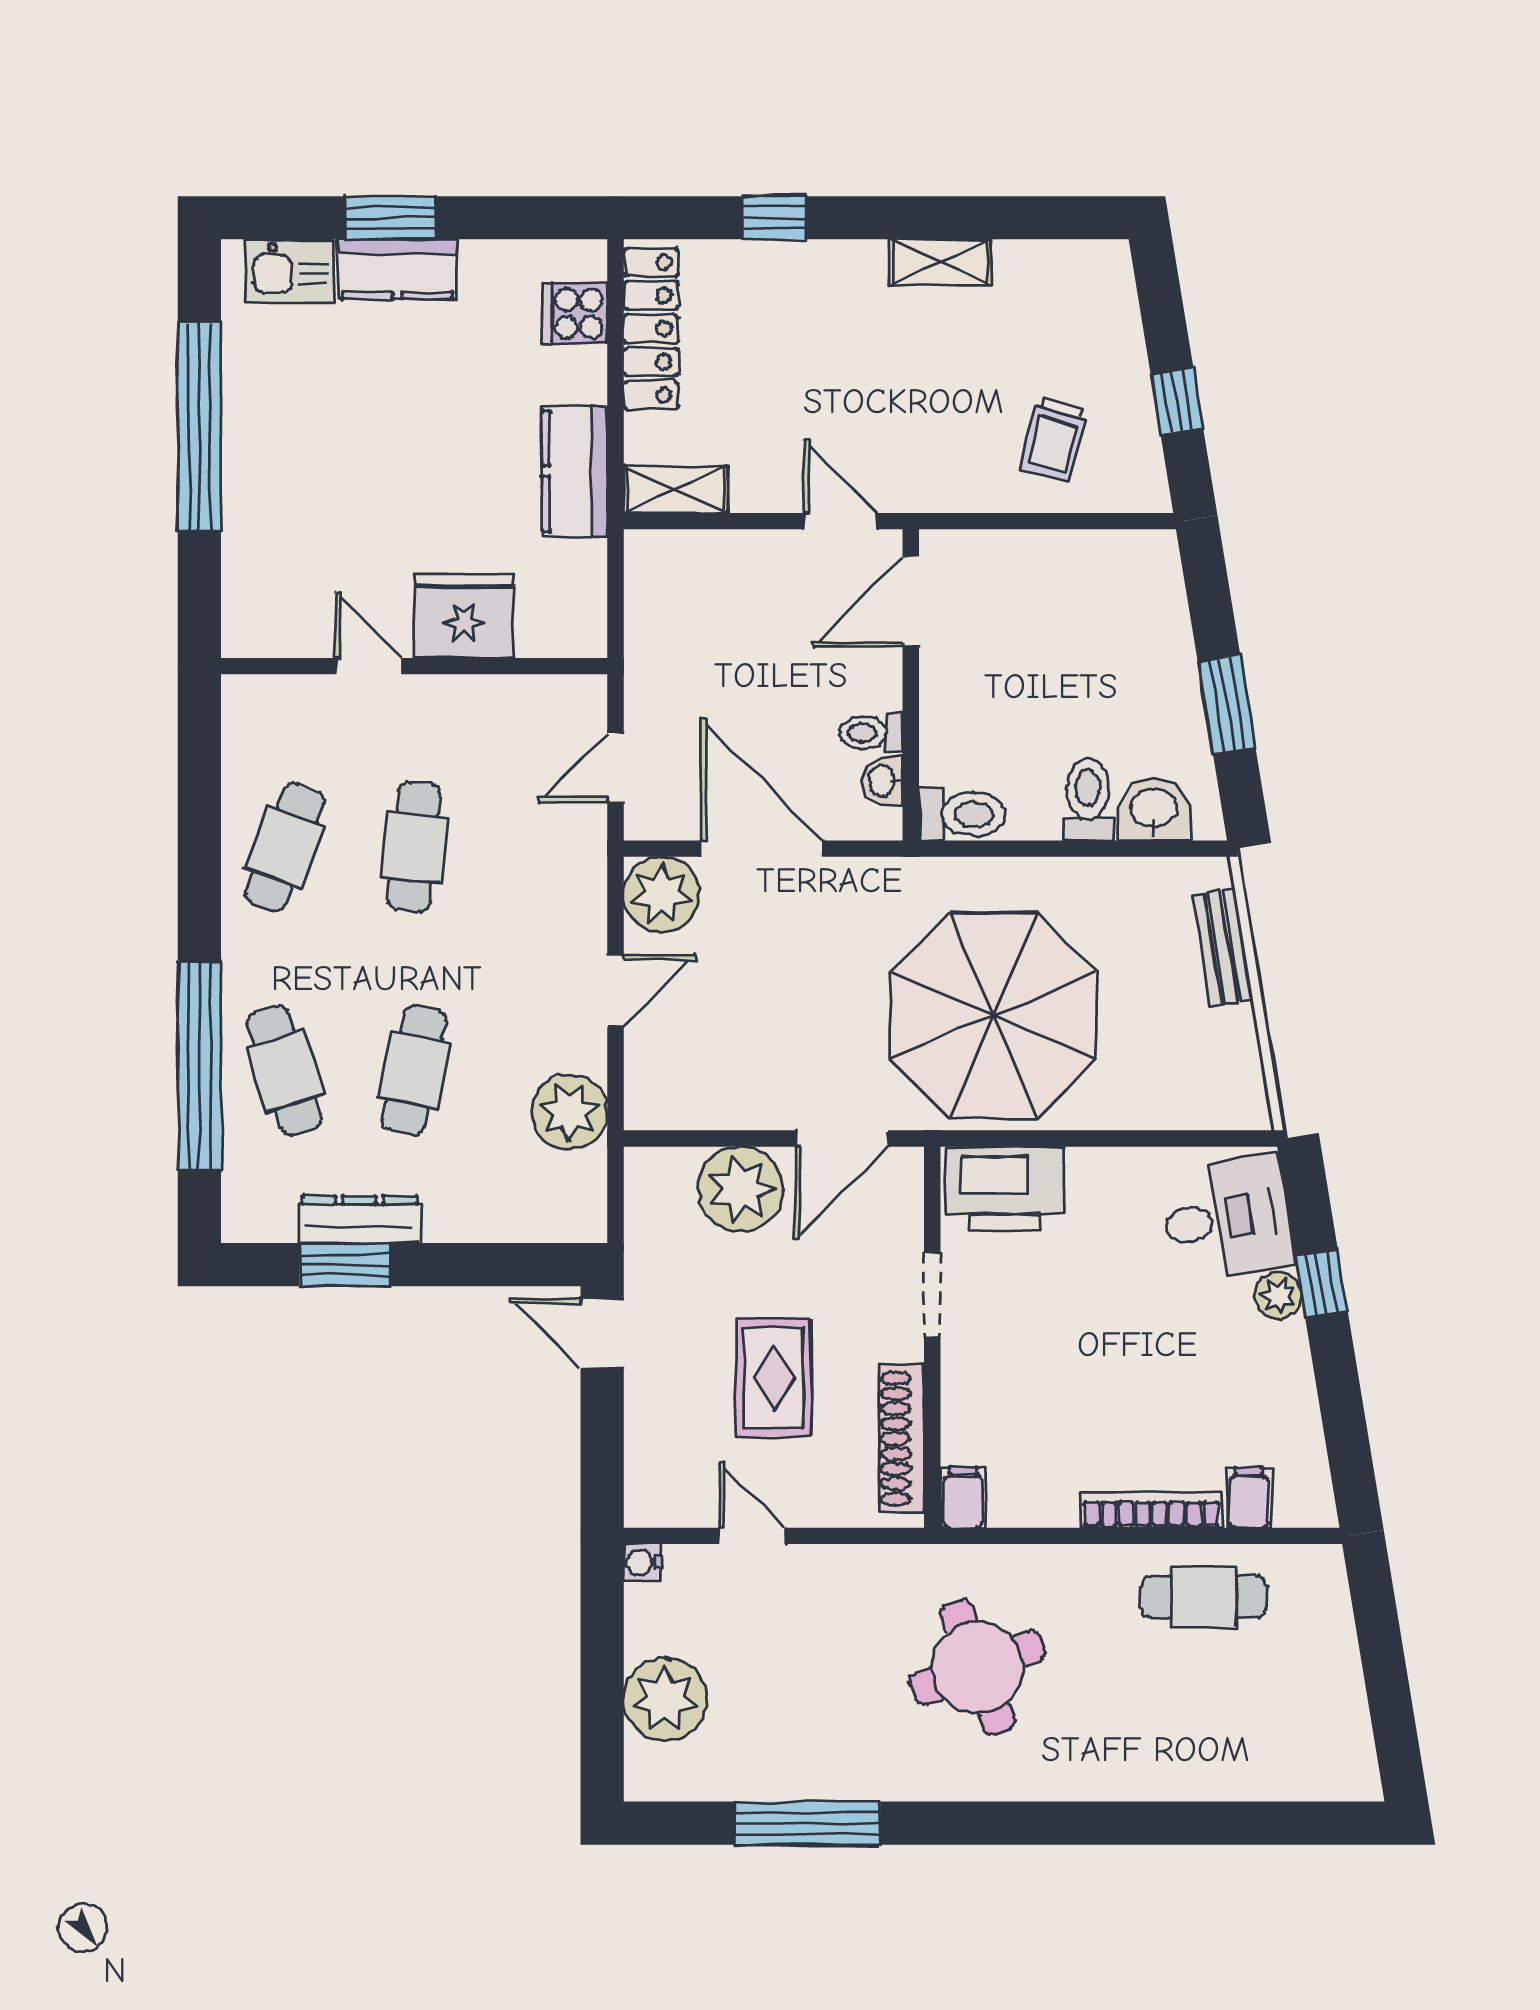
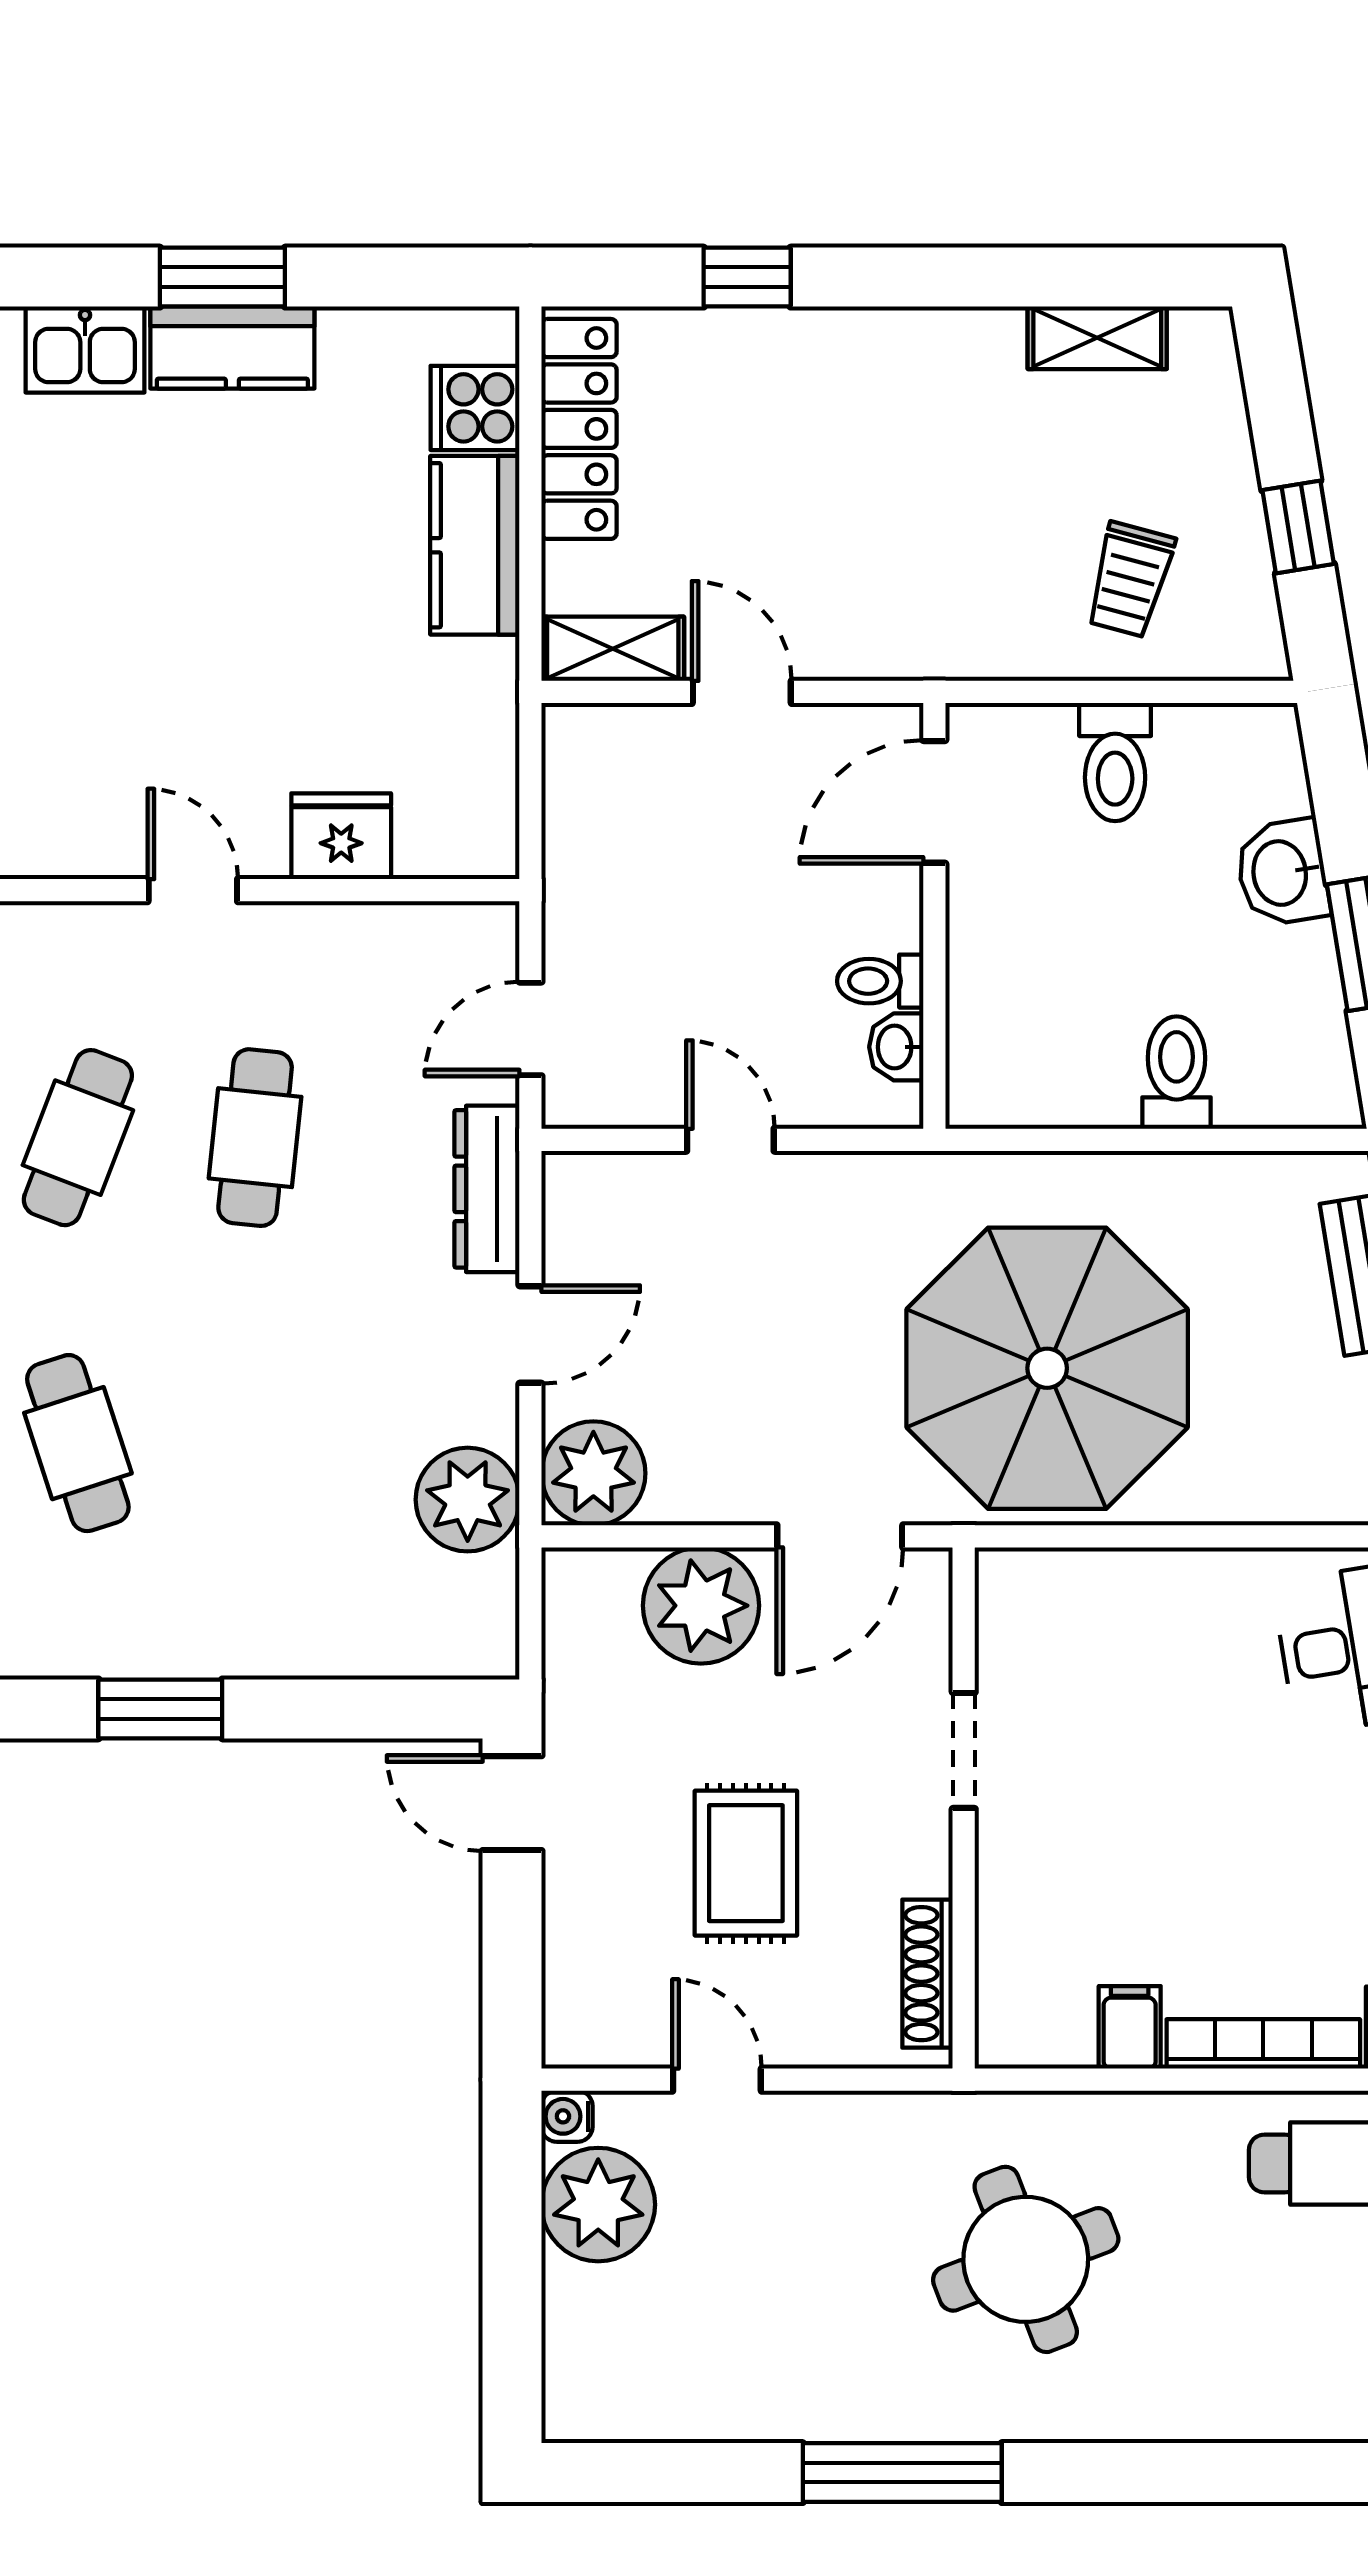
shelving: (940, 262) -> (1097, 338), moved
kitchen counter: (575, 471) -> (475, 545), moved
door: (841, 521) -> (742, 692), moved
fridge: (464, 616) -> (341, 836), width x0.73, depth x0.75
washbasin: (1154, 810) -> (1282, 873), moved, turned -99
toilet: (962, 814) -> (1115, 762), moved, turned 90
door: (762, 849) -> (730, 1140), width x0.53
plant: (662, 895) -> (593, 1473), moved
cafe table: (414, 1070) -> (255, 1443), removed
printer: (1005, 1189) -> (1063, 1605), removed
dresser: (359, 1219) -> (487, 1189), moved, turned -90
shoe rack: (901, 1439) -> (927, 1974), width x0.74, depth x0.81
filing cabinet: (963, 1498) -> (1130, 2027), moved
plant: (665, 1699) -> (598, 2205), moved
window: (807, 1823) -> (902, 2473), moved

